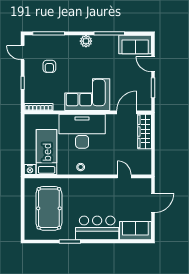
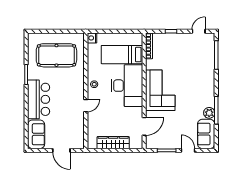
plant: (86, 41) -> (209, 113), moved
door: (153, 64) -> (188, 150), hinge flipped
armchair: (49, 66) -> (186, 56), removed
door: (127, 112) -> (144, 126), hinge flipped
wardrobe: (145, 131) -> (113, 143), moved
bed: (47, 152) -> (122, 55), moved, turned 180
door: (124, 176) -> (86, 106), moved

